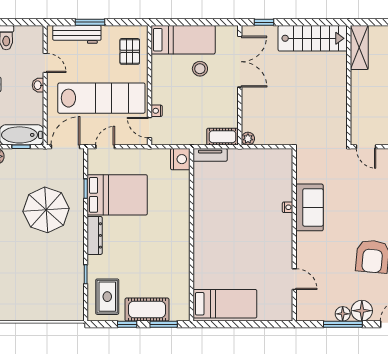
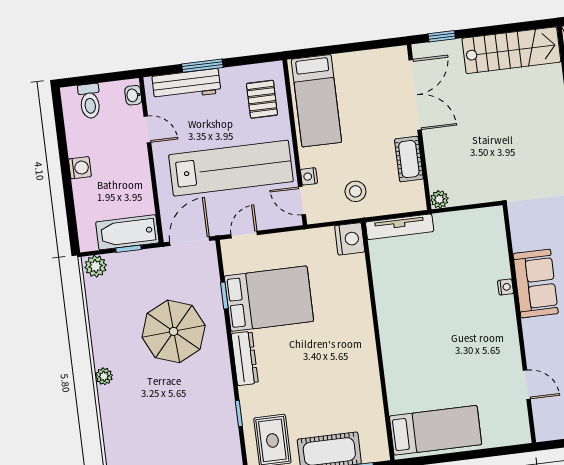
bed: (183, 40) -> (316, 101), moved, turned 90
stool: (200, 69) -> (355, 191), moved
washbasin: (38, 85) -> (133, 95), moved
cot: (222, 137) -> (409, 159), moved, turned 90
tv unit: (210, 155) -> (400, 227), width x1.41

